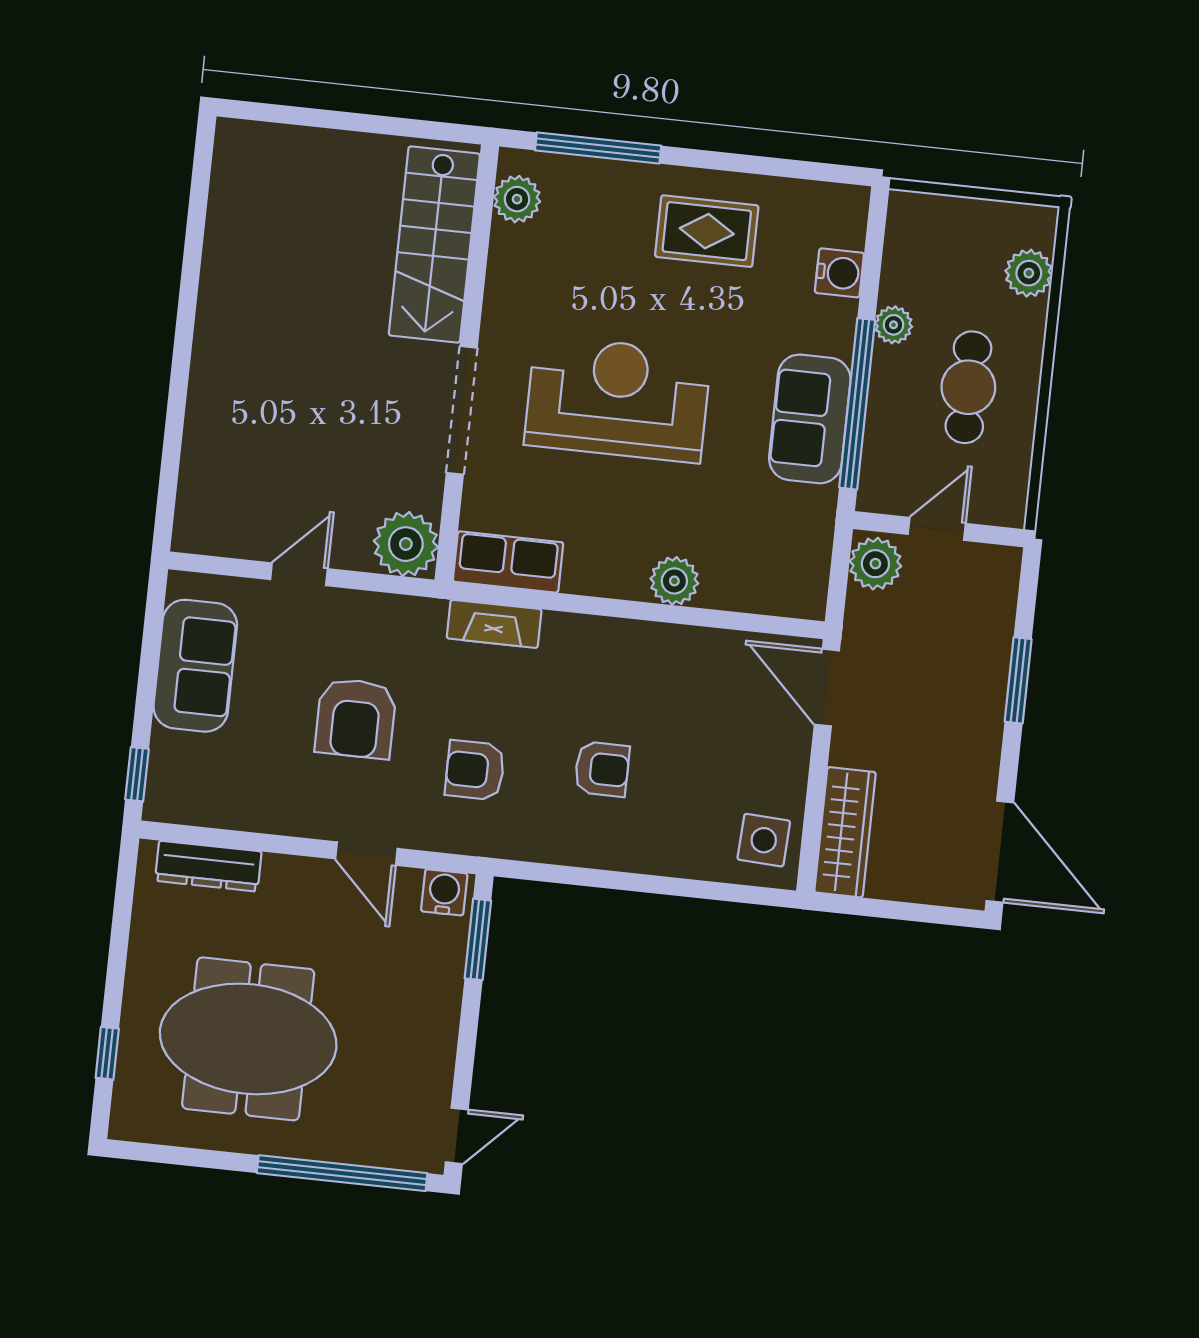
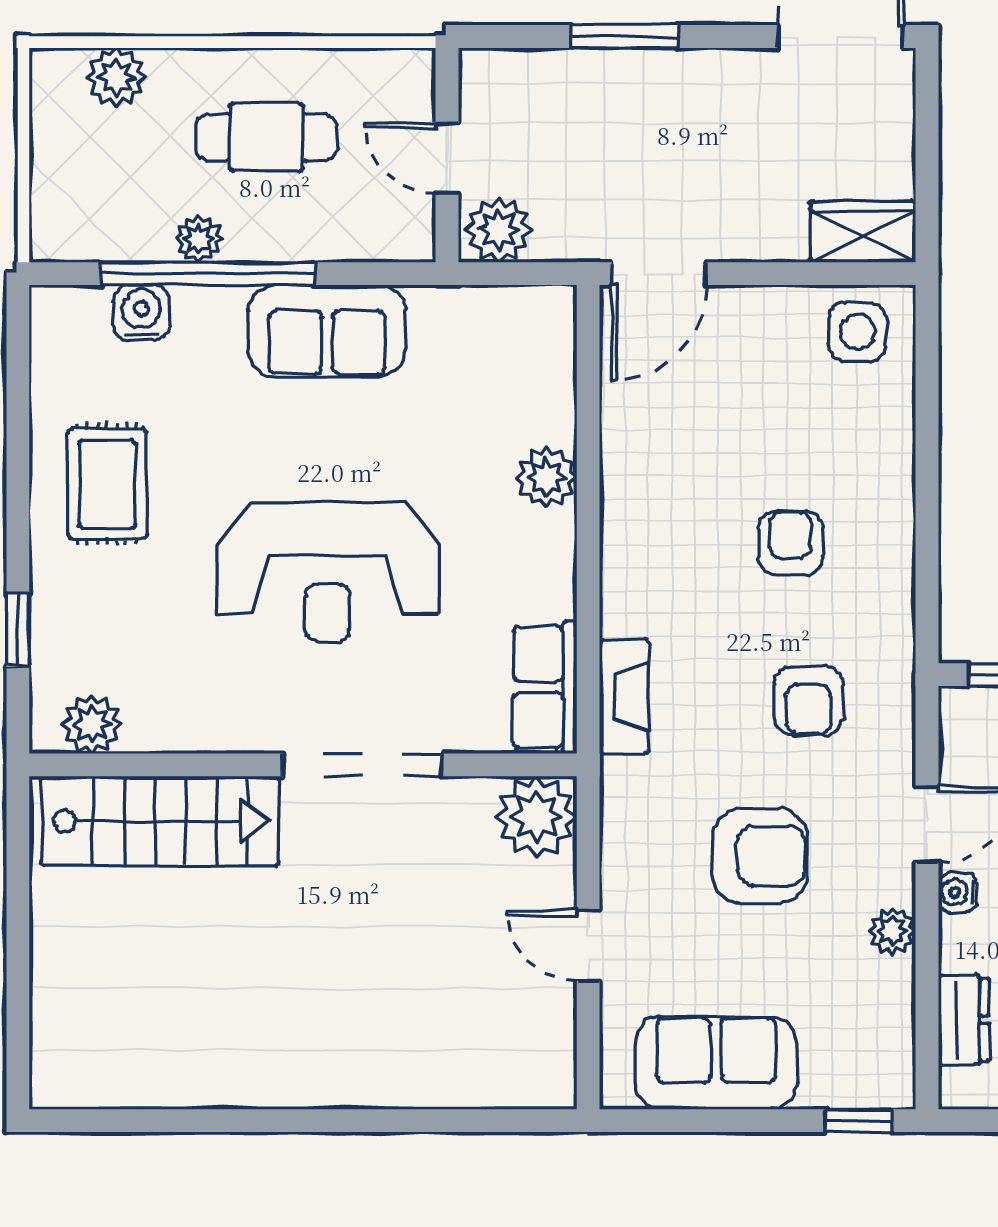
window: (598, 148) -> (18, 630), width x0.46
reception desk: (618, 399) -> (328, 572), turned -90
window: (857, 404) -> (208, 274), moved
plant: (284, 817) -> (892, 931), added
wardrobe: (845, 832) -> (863, 232), width x0.67
dresser: (208, 866) -> (964, 1020), width x0.70
water cooler: (444, 892) -> (957, 893), moved, width x0.72, depth x0.72

